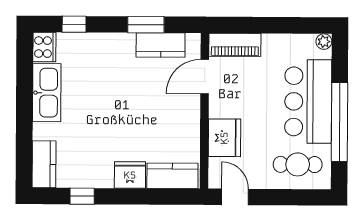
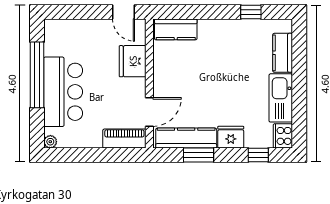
kitchen counter: (161, 45) -> (186, 138), width x1.50
kitchen counter: (44, 164) -> (283, 53), moved
cafe table: (298, 164) -> (72, 39), removed
fridge: (130, 175) -> (231, 137), moved, turned 180

